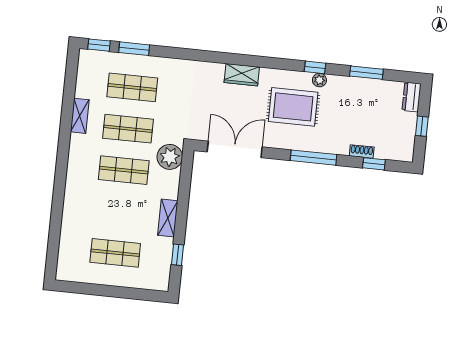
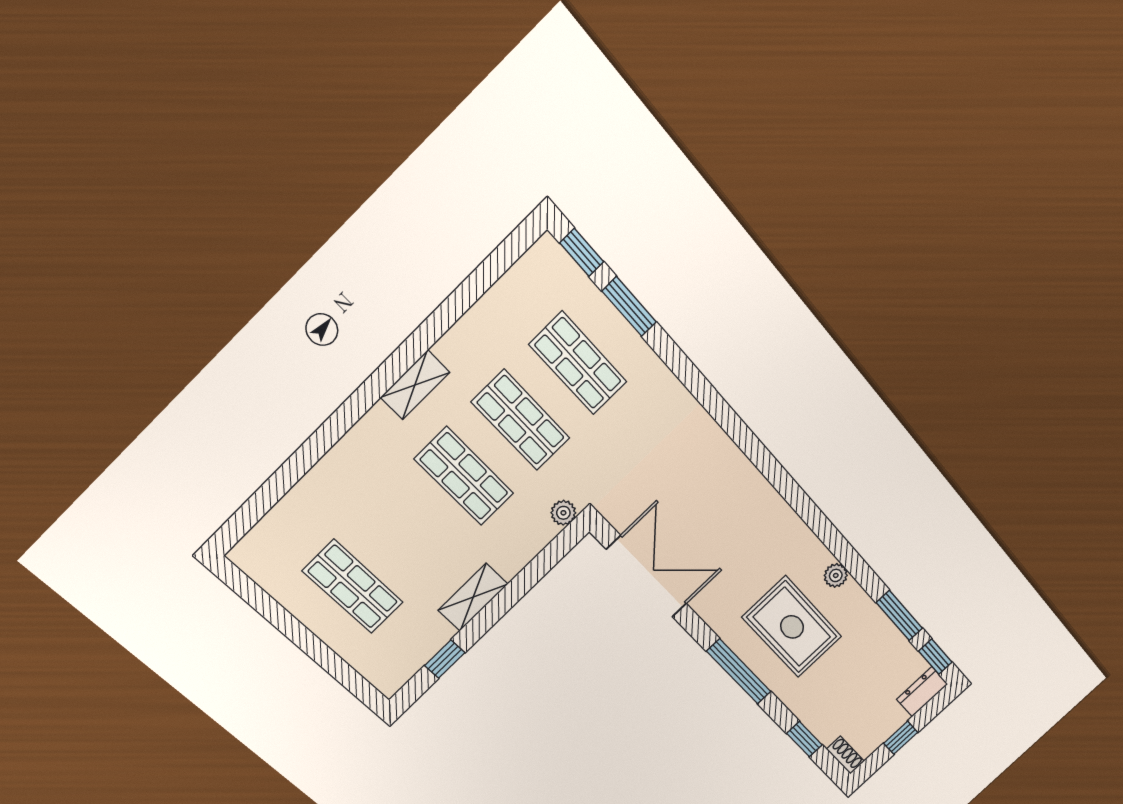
window: (315, 67) -> (935, 657), moved
wardrobe: (242, 75) -> (745, 481), removed
rug: (293, 107) -> (792, 627), moved
shelving: (80, 116) -> (415, 385), moved
shoe rack: (362, 151) -> (845, 755), moved
plant: (170, 157) -> (563, 513), width x0.53, depth x0.53

